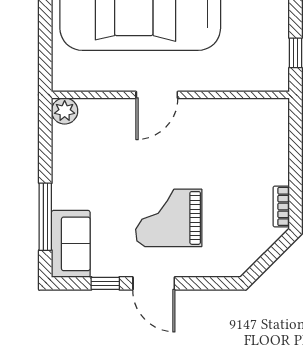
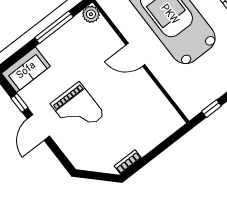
window: (45, 217) -> (54, 27), moved
grand piano: (169, 218) -> (78, 109), turned 180

